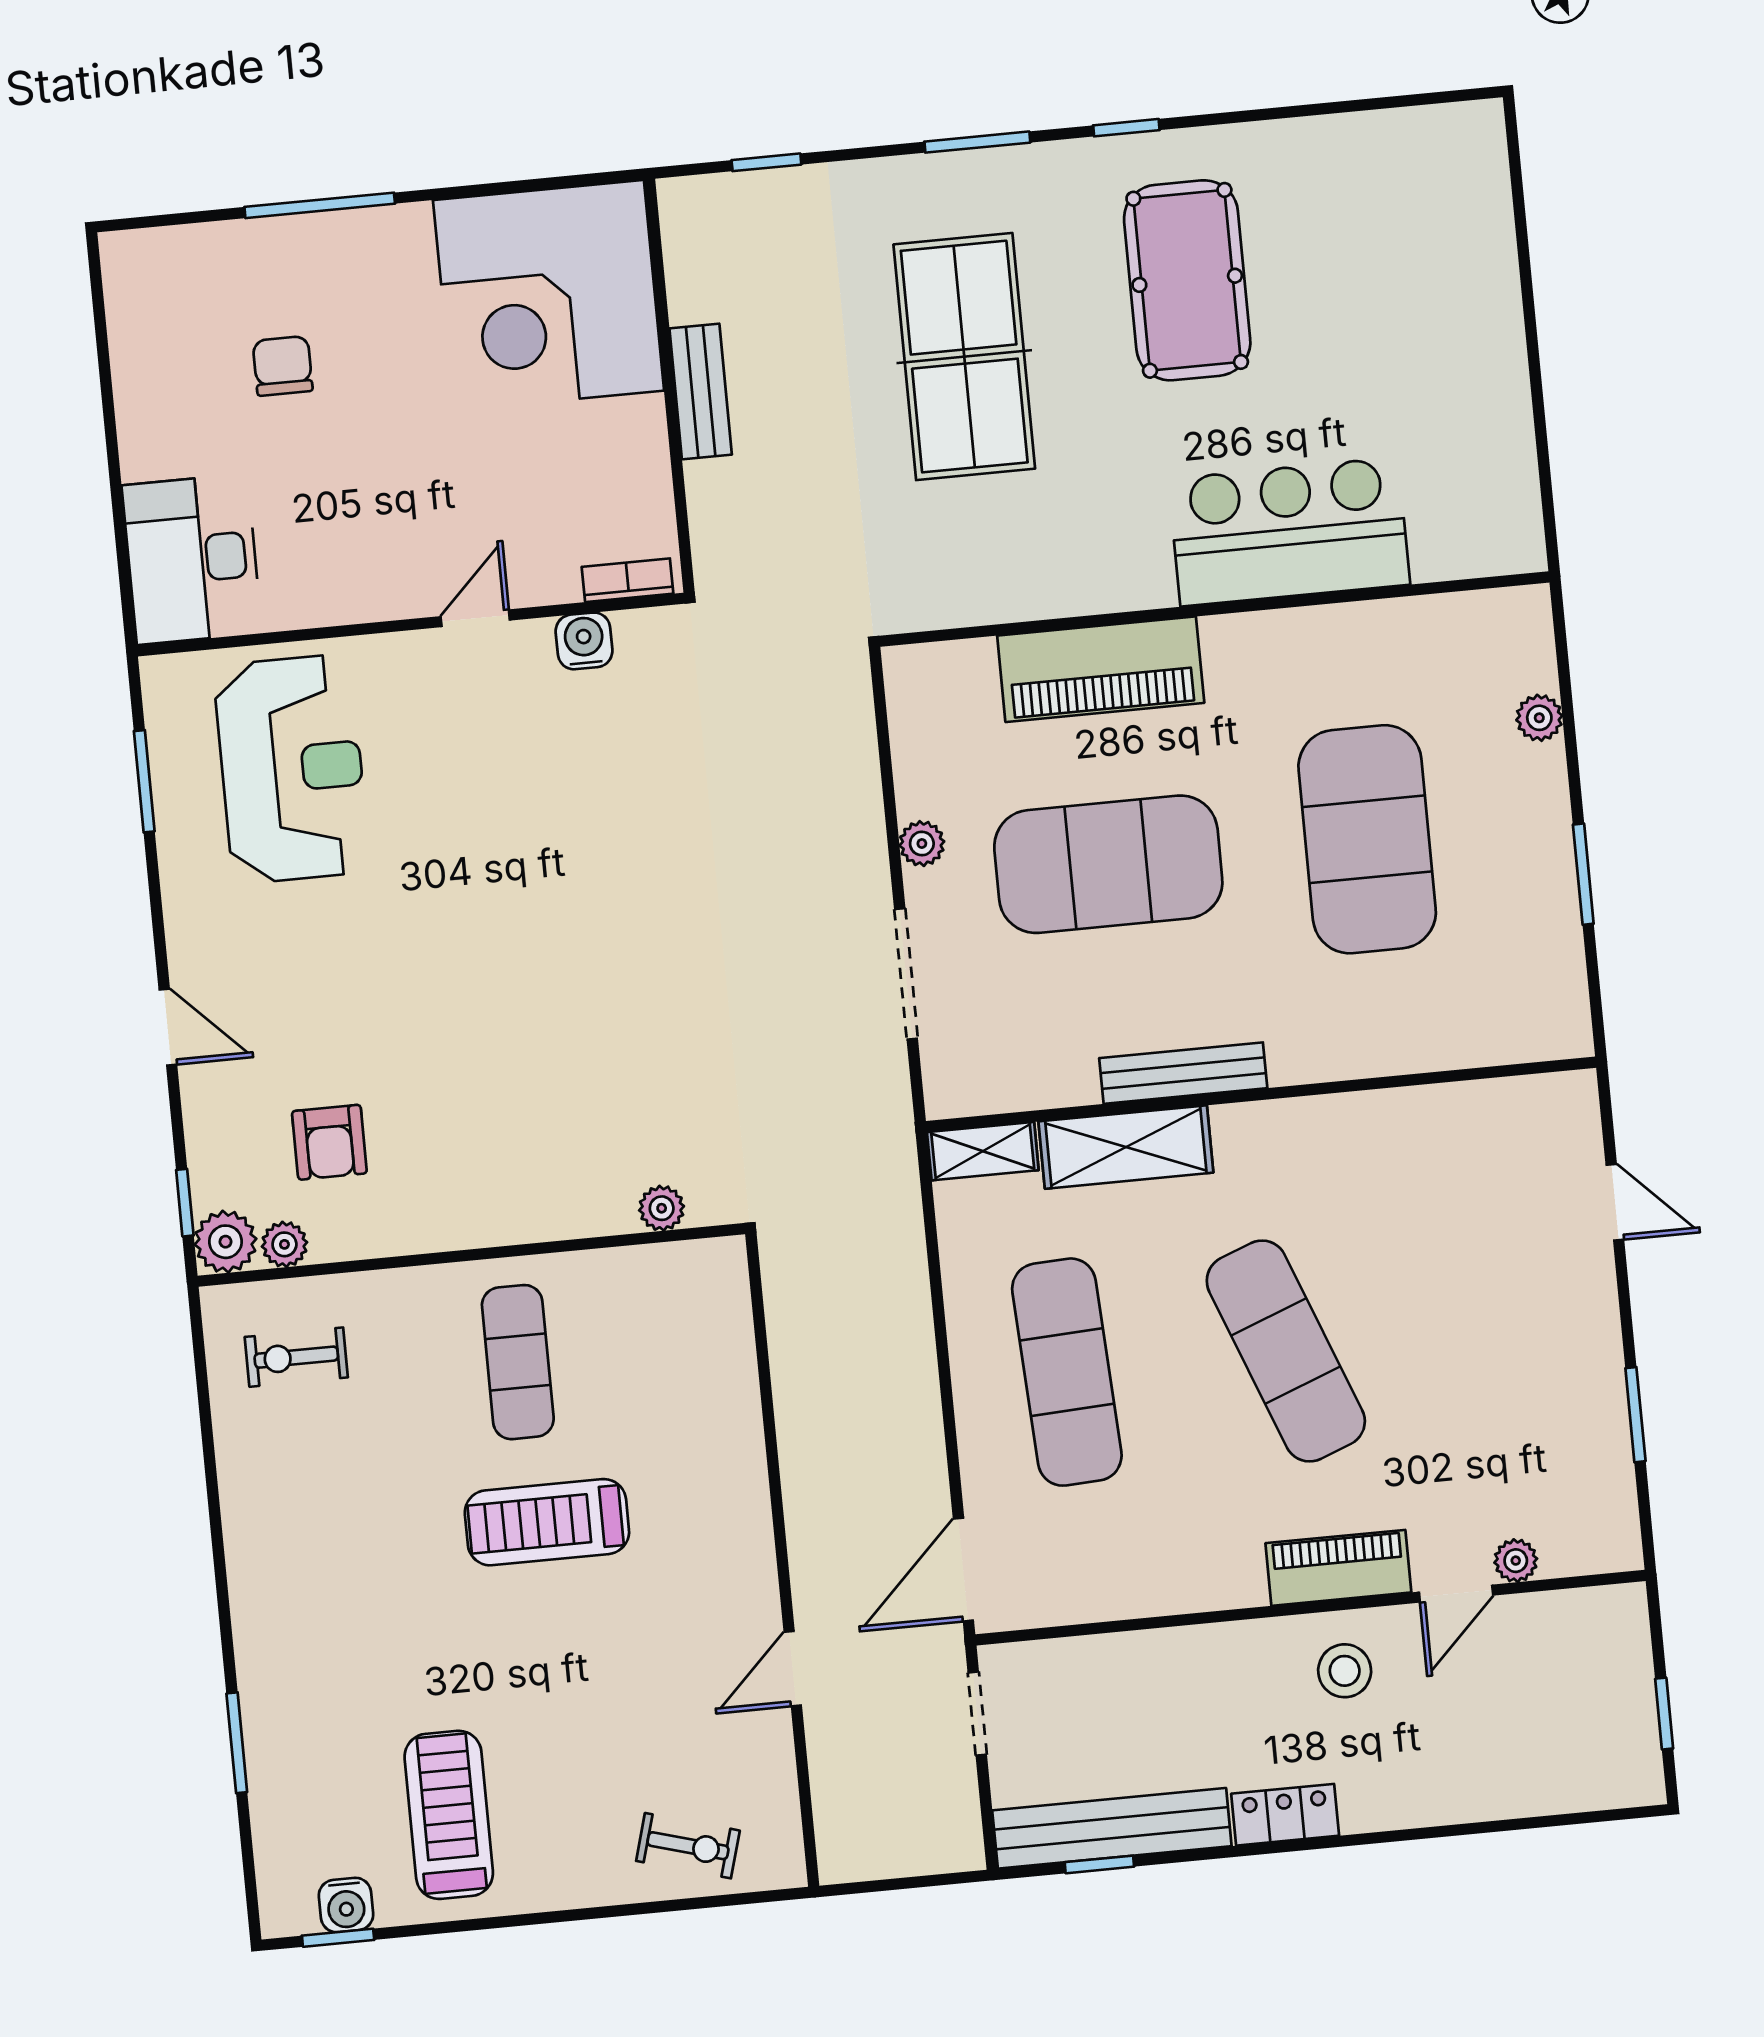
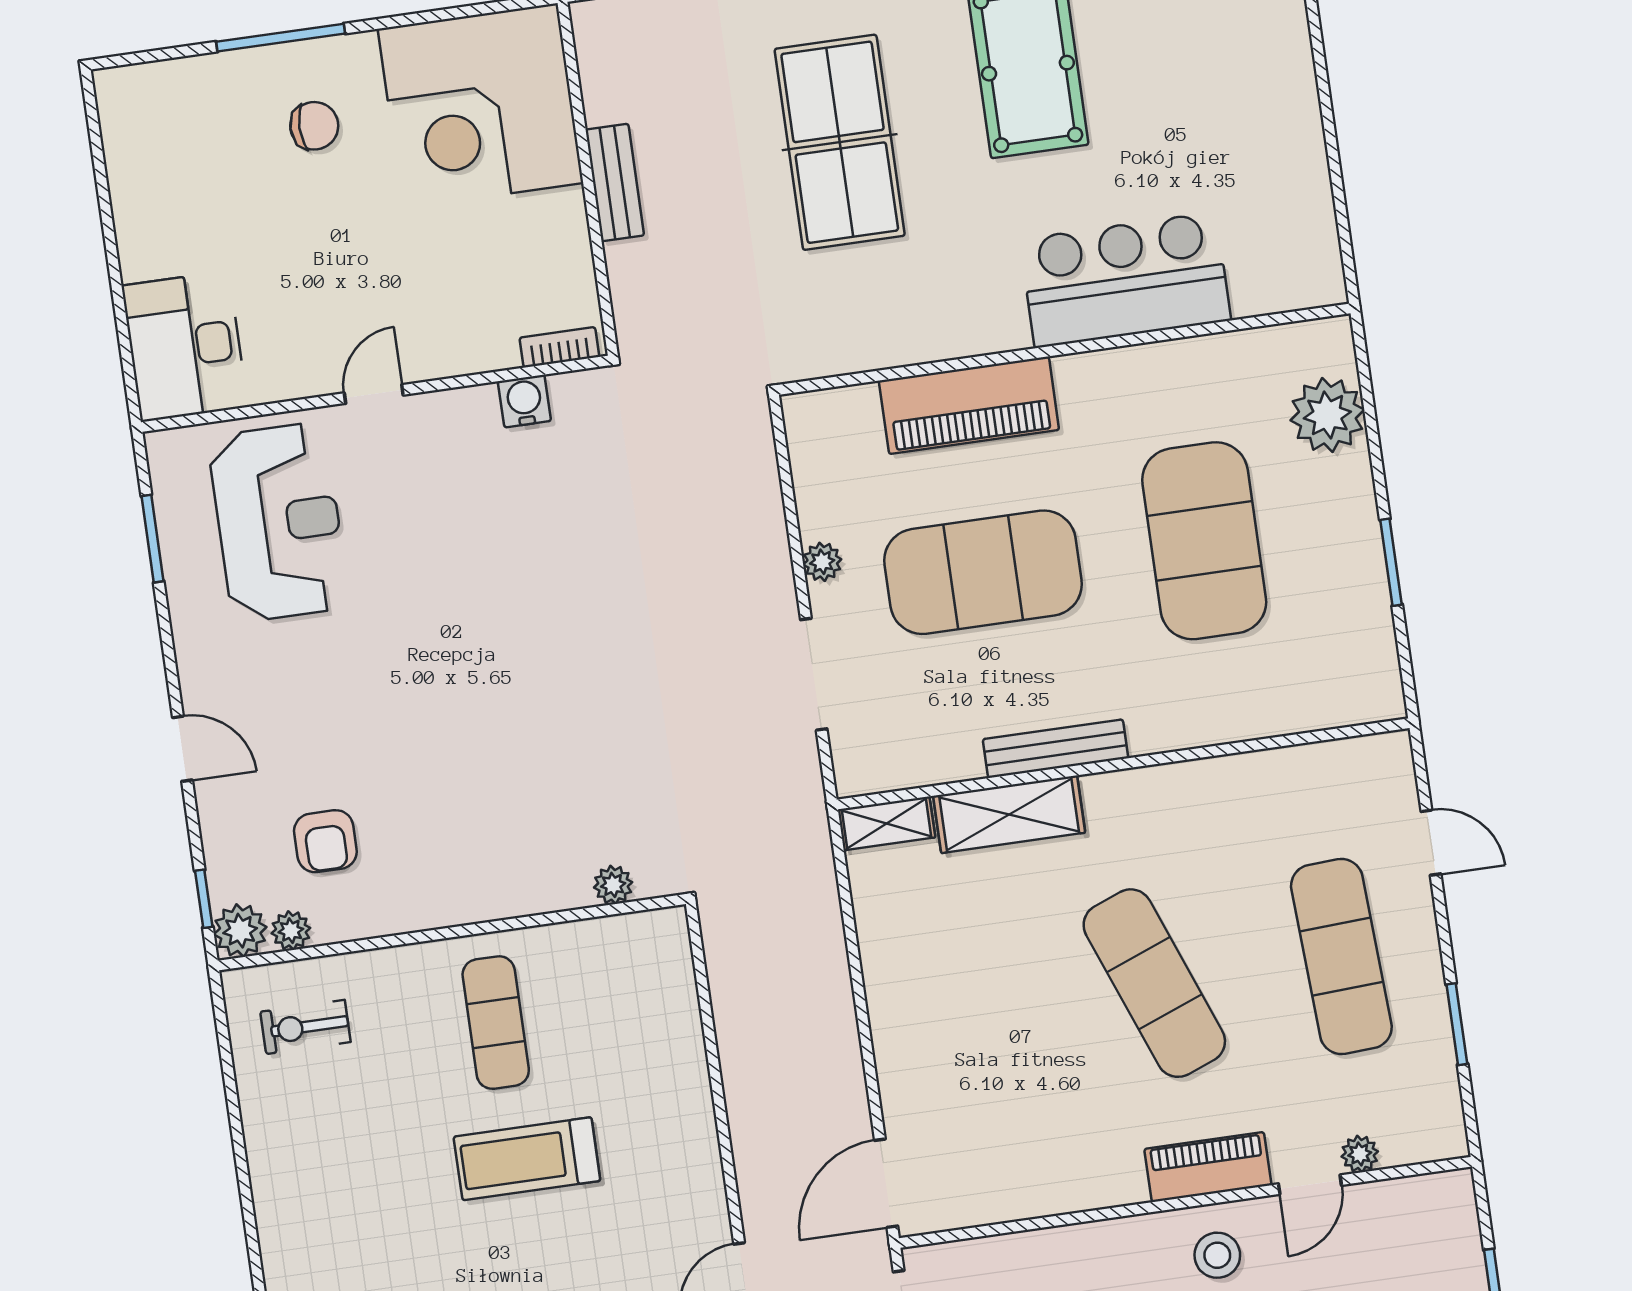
chair: (283, 366) -> (314, 126), moved, turned 90
door: (475, 618) -> (374, 394), moved
plant: (1539, 718) -> (1327, 415), width x1.87, depth x1.87
exercise mat: (1067, 1372) -> (1341, 956), moved

